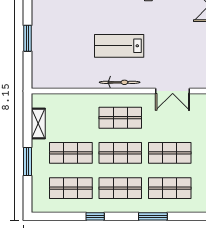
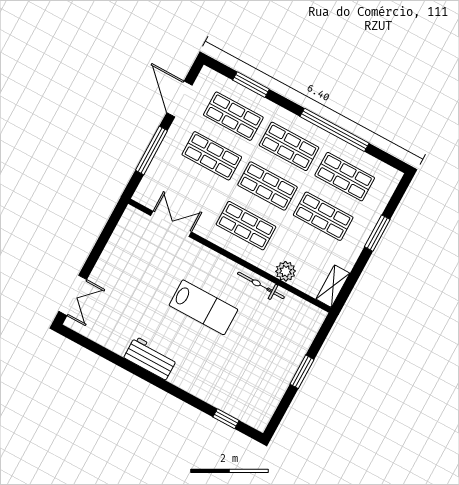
bicycle: (120, 82) -> (261, 285), moved
plant: (76, 101) -> (286, 271), added
shelving: (38, 124) -> (333, 286), moved
window: (95, 216) -> (335, 130), width x3.17
window: (153, 216) -> (251, 85), moved

